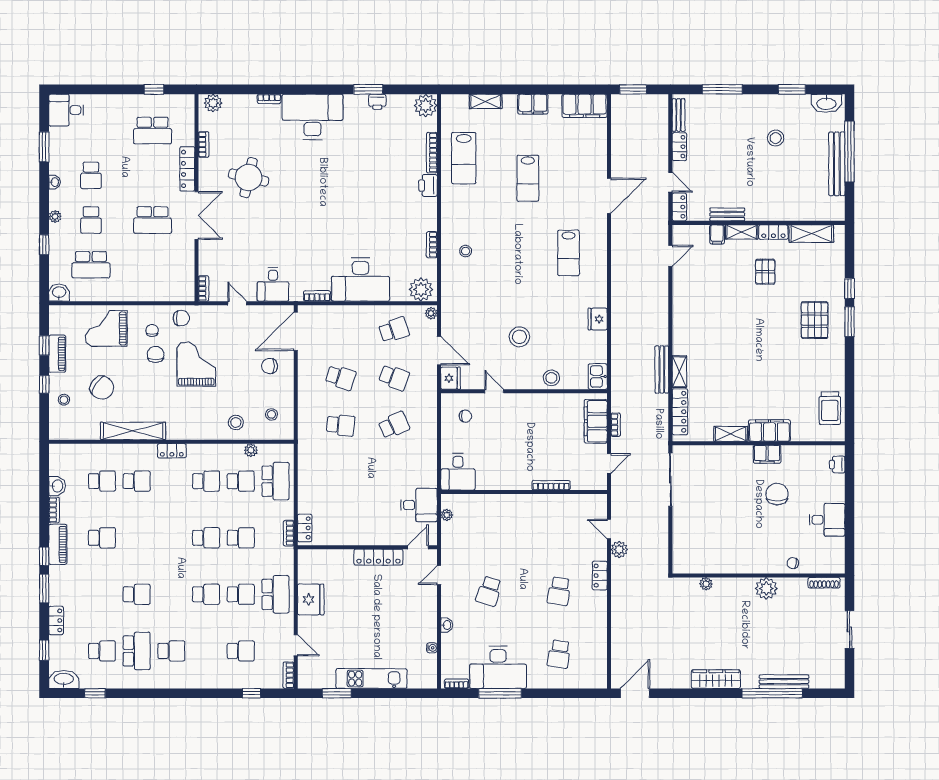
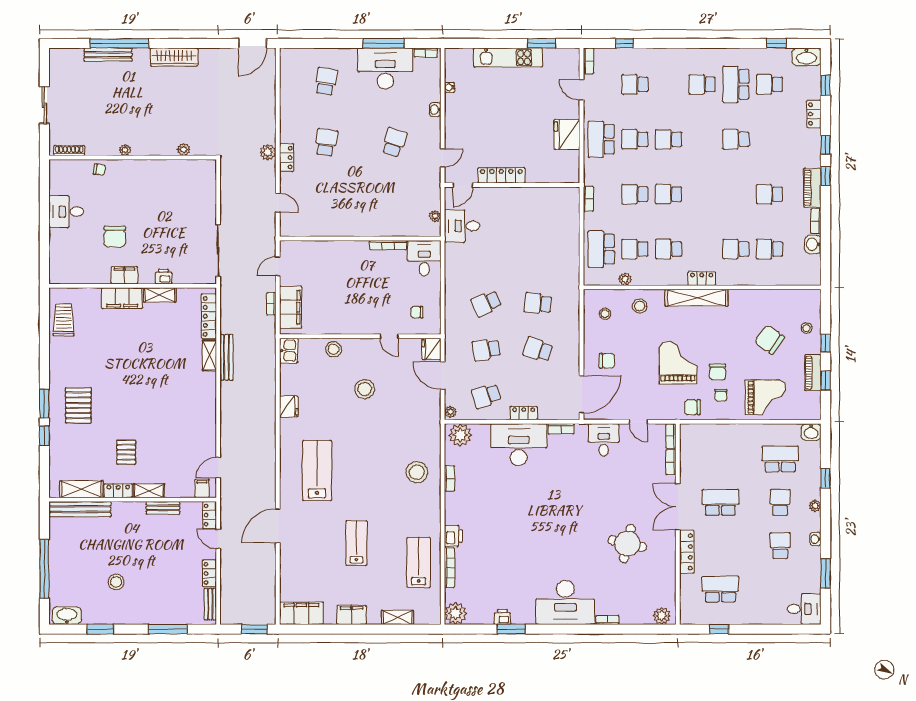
bookcase: (204, 145) -> (671, 462), moved
bench: (837, 164) -> (80, 509), moved, turned 90
filing cabinet: (717, 234) -> (202, 488), moved
stool: (466, 251) -> (417, 472), width x1.89, depth x1.89
lab bench: (569, 253) -> (317, 470), width x1.36, depth x1.39
grand piano: (196, 364) -> (678, 363), turned 180
school desk: (394, 377) -> (486, 350), turned -30
shelving: (133, 431) -> (697, 298), moved
printer: (837, 464) -> (164, 277), moved, turned -90
bookcase: (551, 485) -> (388, 245), moved
locker: (305, 528) -> (524, 413), moved, turned 90
plant: (619, 549) -> (268, 152), moved
plant: (766, 588) -> (125, 150), width x0.53, depth x0.53
window: (44, 589) -> (826, 145), width x0.67

